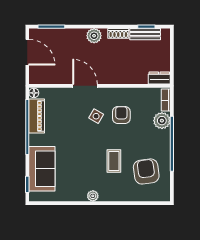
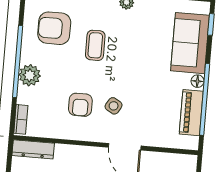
dresser: (159, 78) -> (33, 149), width x1.44
floor lamp: (34, 93) -> (197, 81), moved
plant: (162, 121) -> (30, 75), moved
armchair: (146, 171) -> (54, 28), turned 98

